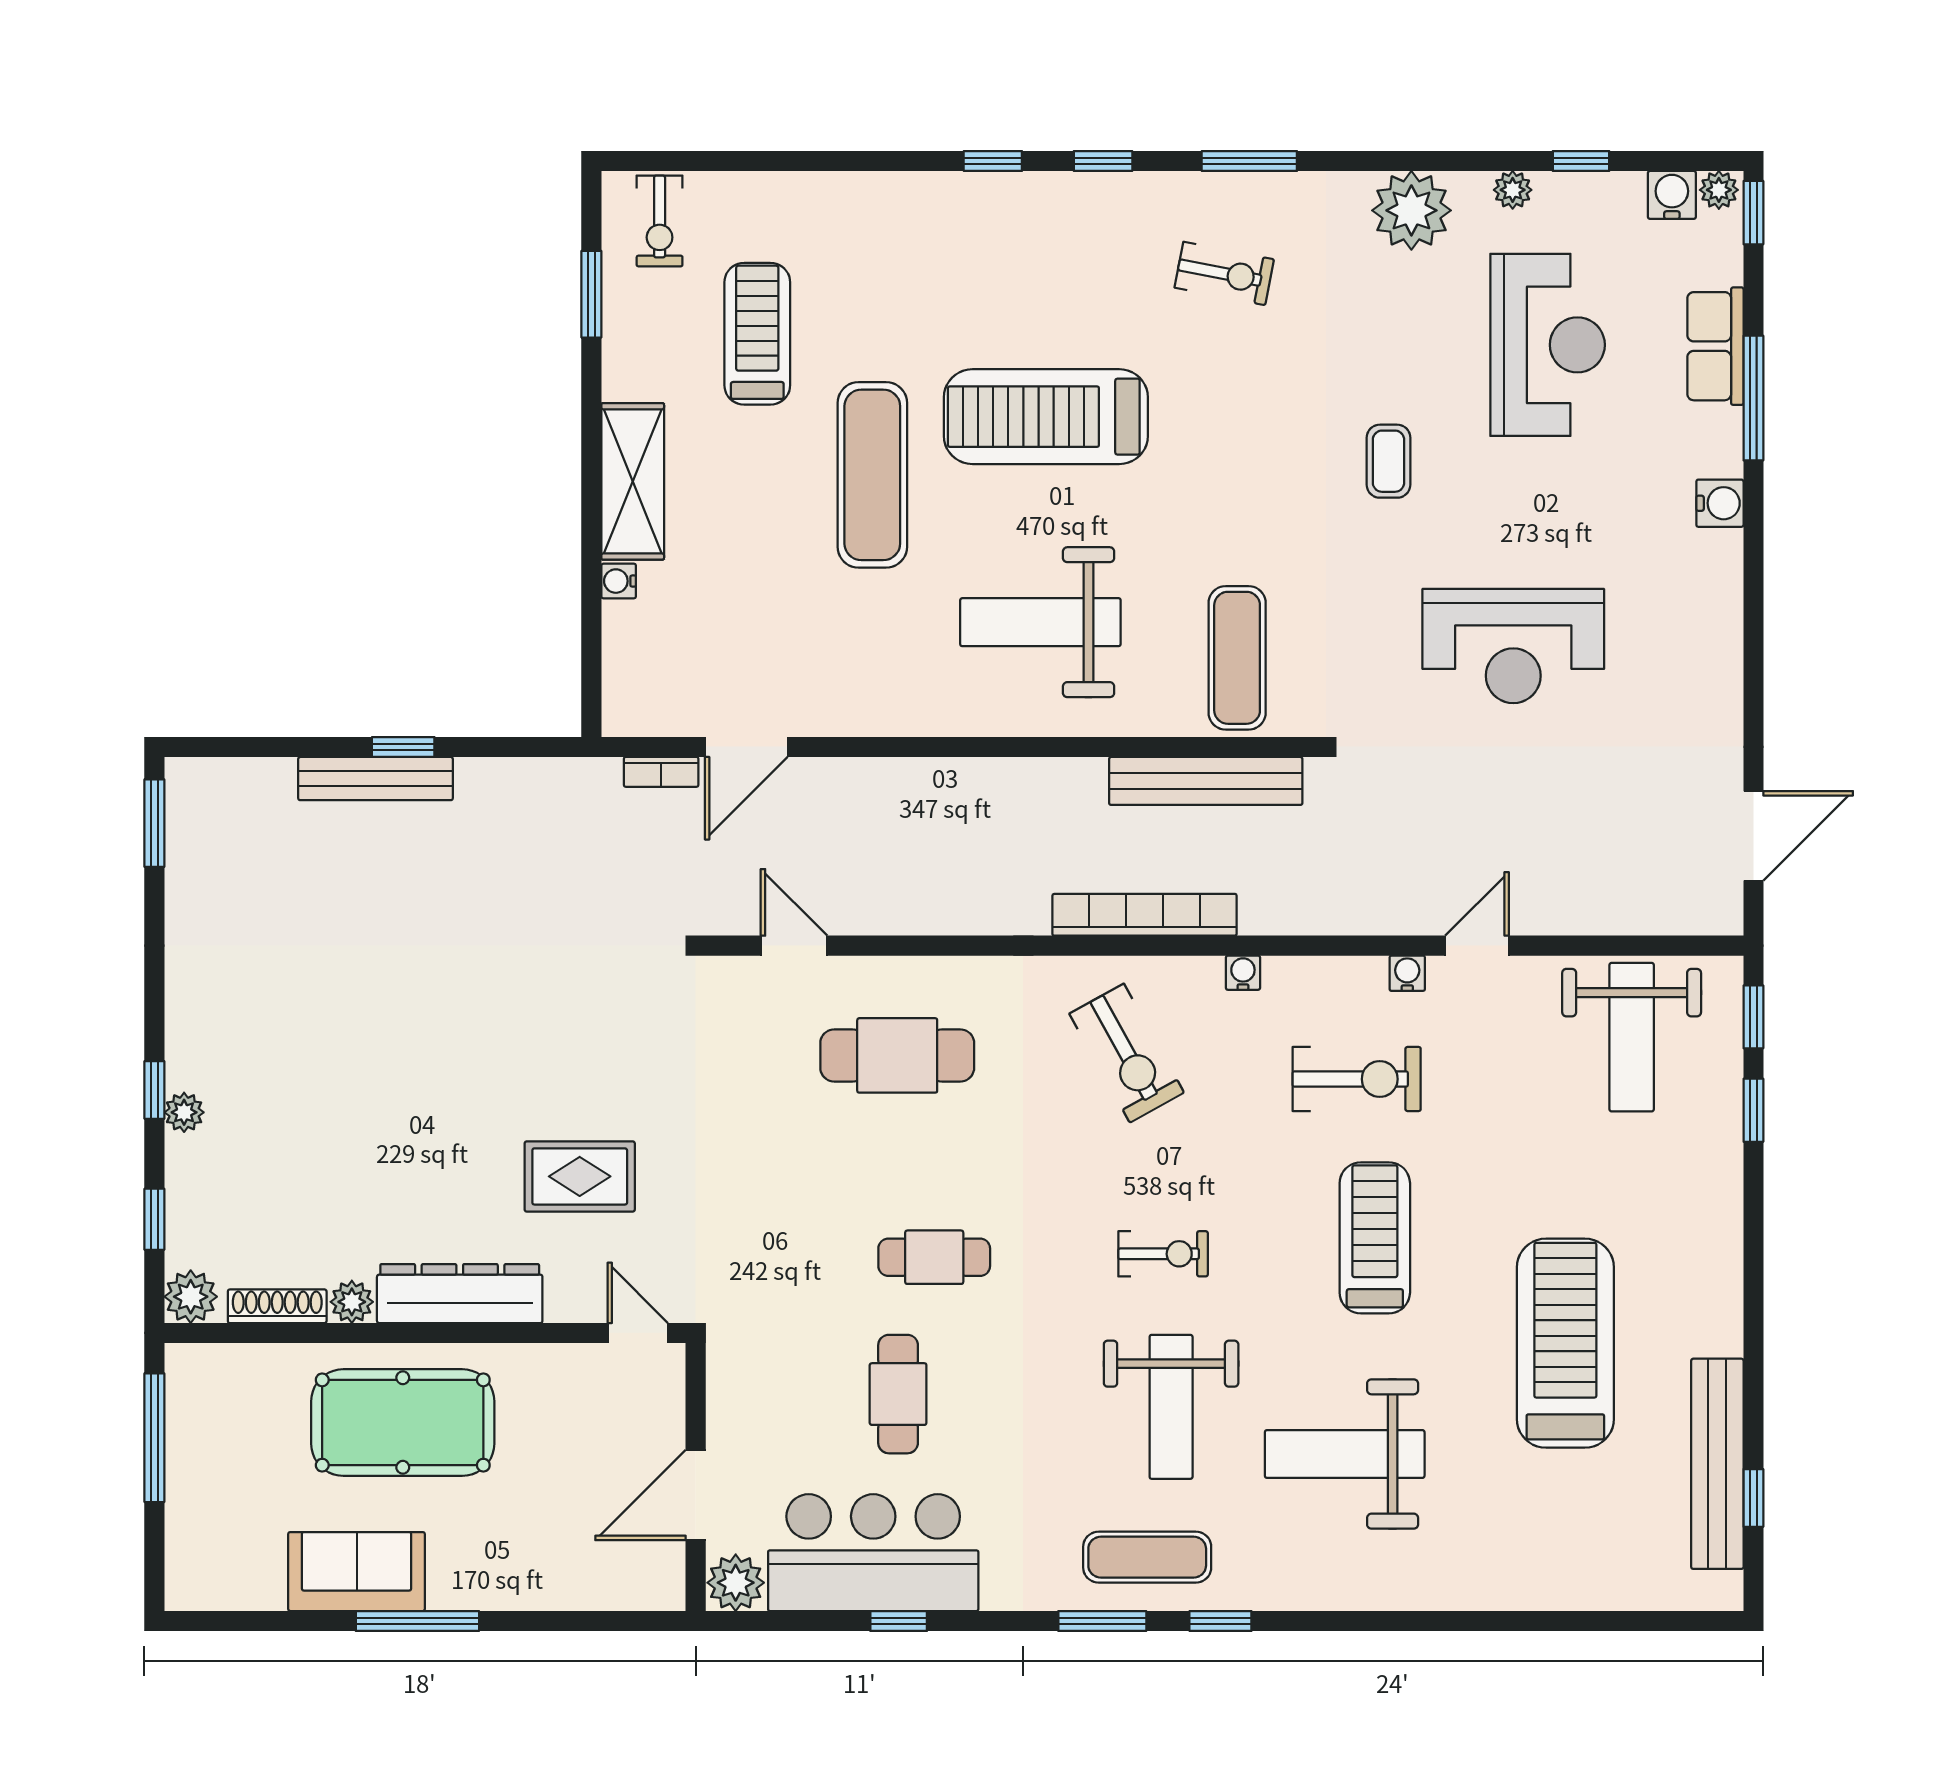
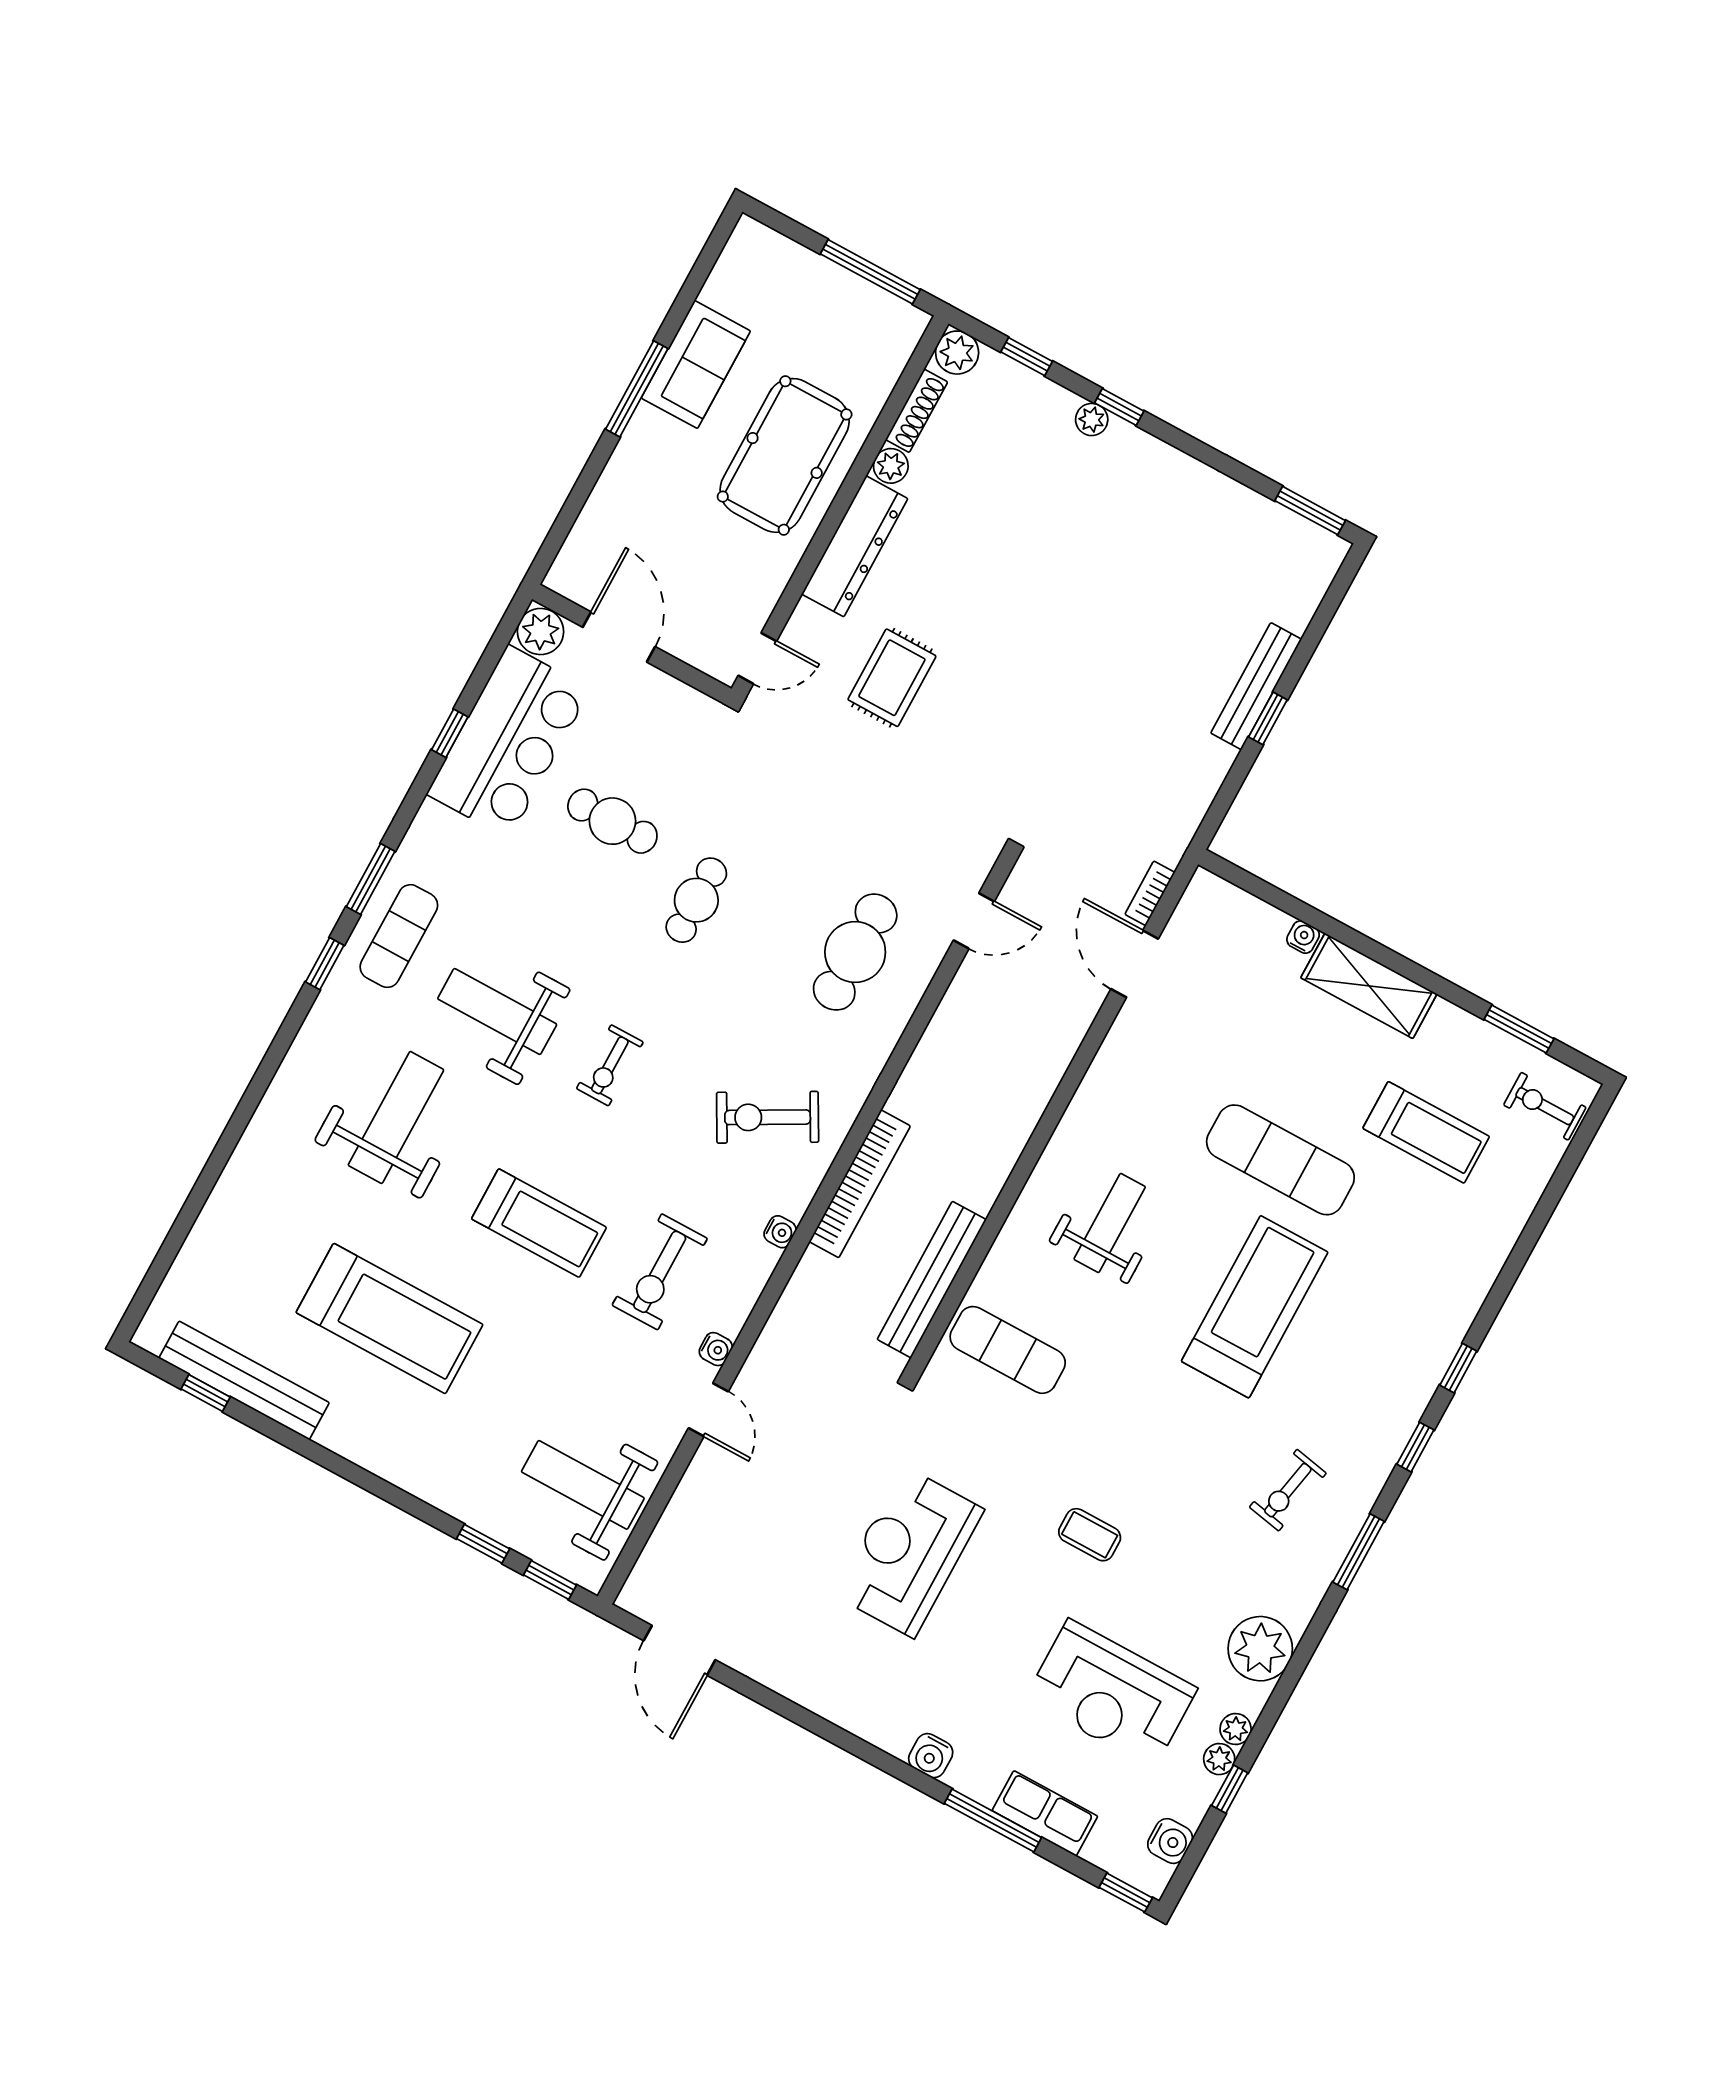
plant: (1719, 190) -> (1219, 1759), moved
weight bench: (1040, 622) -> (1110, 1223), width x0.73, depth x0.75

